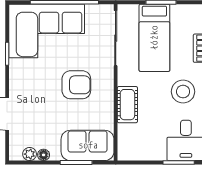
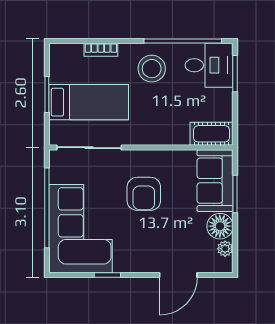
armchair: (76, 85) -> (144, 194), turned 180
cot: (127, 105) -> (212, 134), moved
floor lamp: (44, 155) -> (220, 226), width x1.89, depth x1.89

